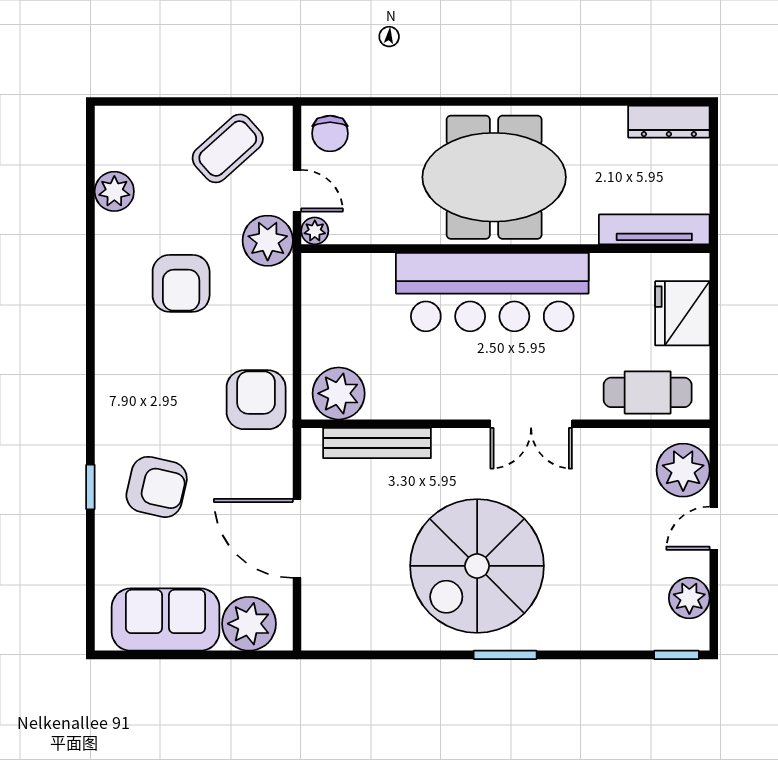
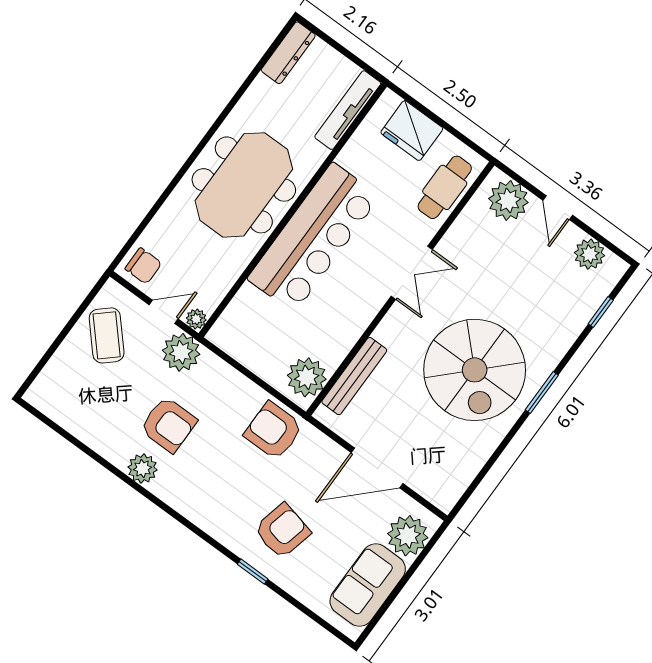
plant: (114, 191) -> (143, 468), moved
window: (677, 655) -> (601, 312), moved

